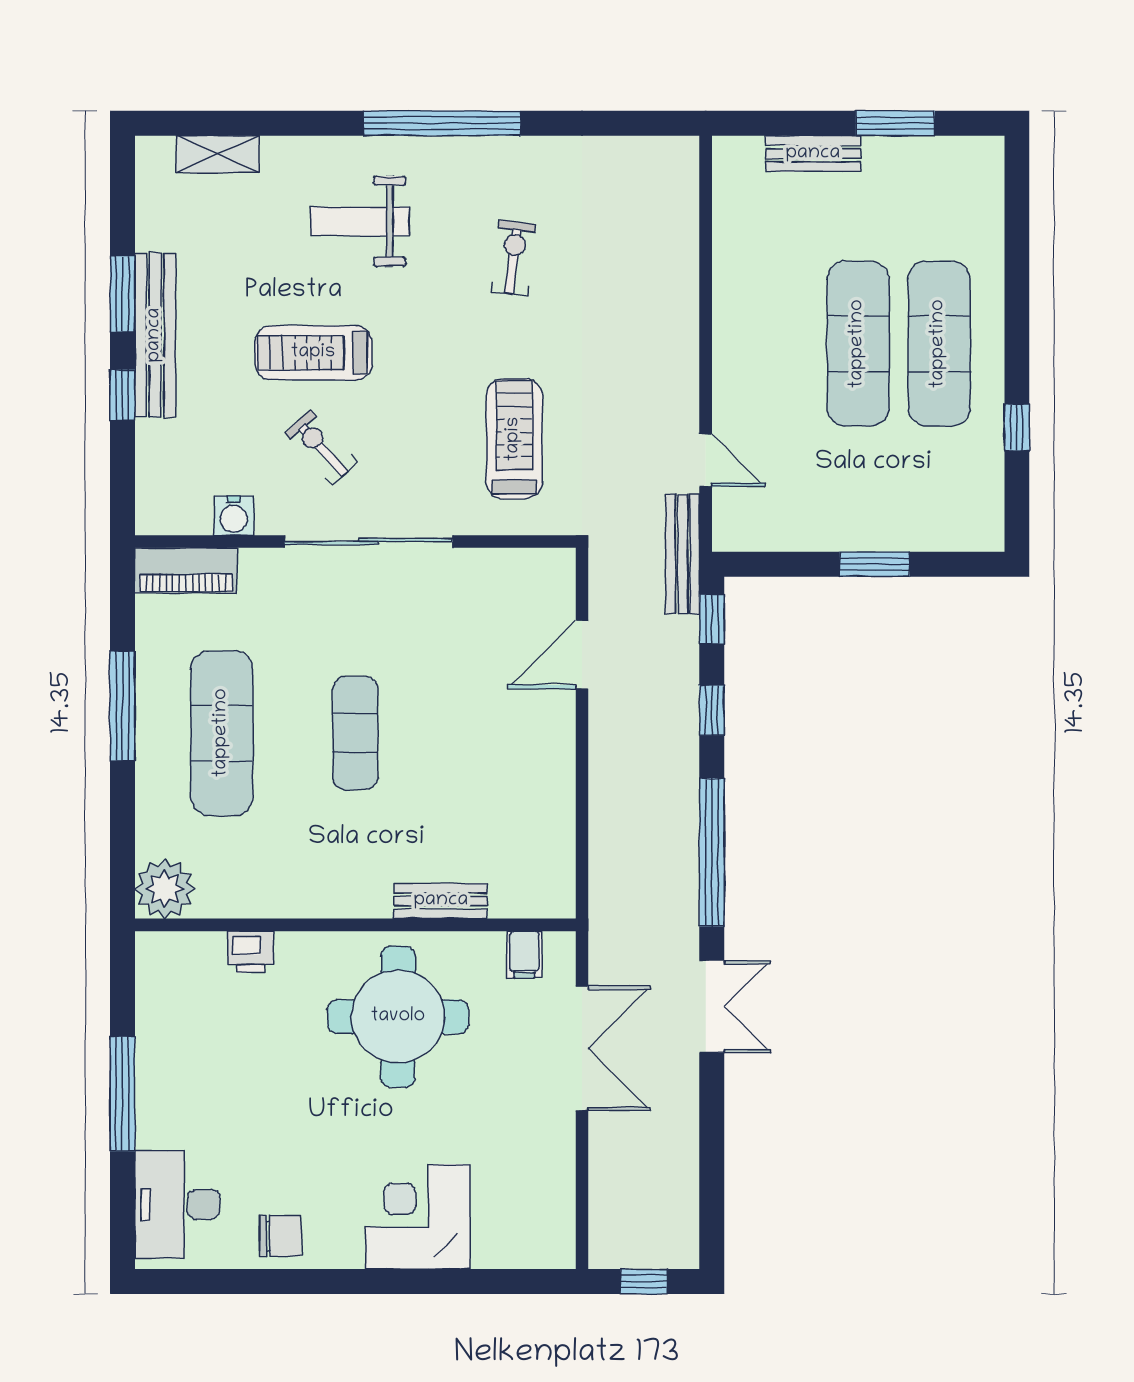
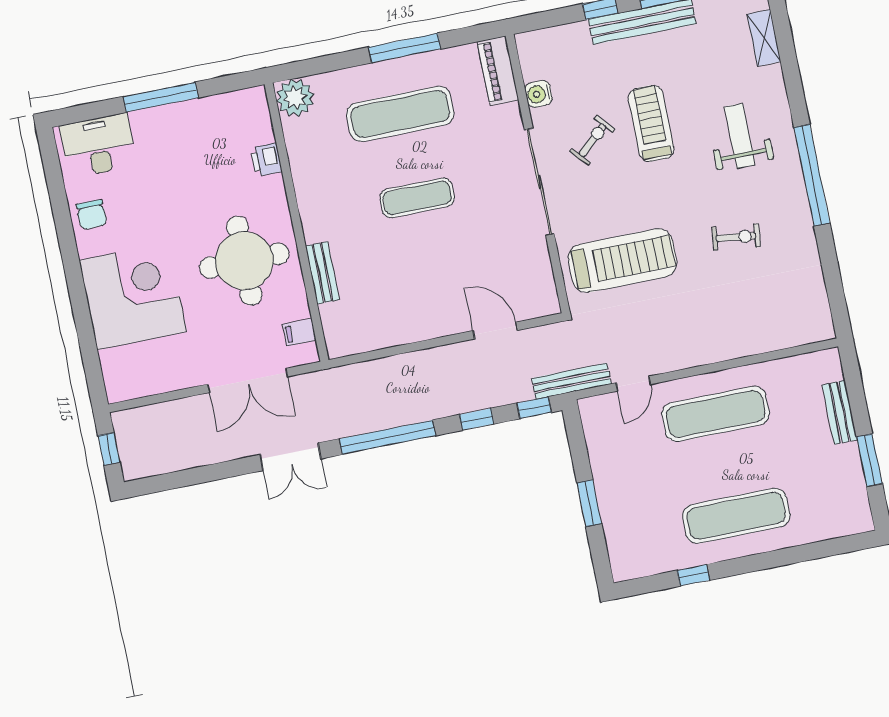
exercise mat: (858, 344) -> (716, 414), moved
treadmill: (514, 439) -> (623, 261), width x1.37, depth x1.38
corner desk: (418, 1217) -> (133, 296), width x1.36, depth x1.36

